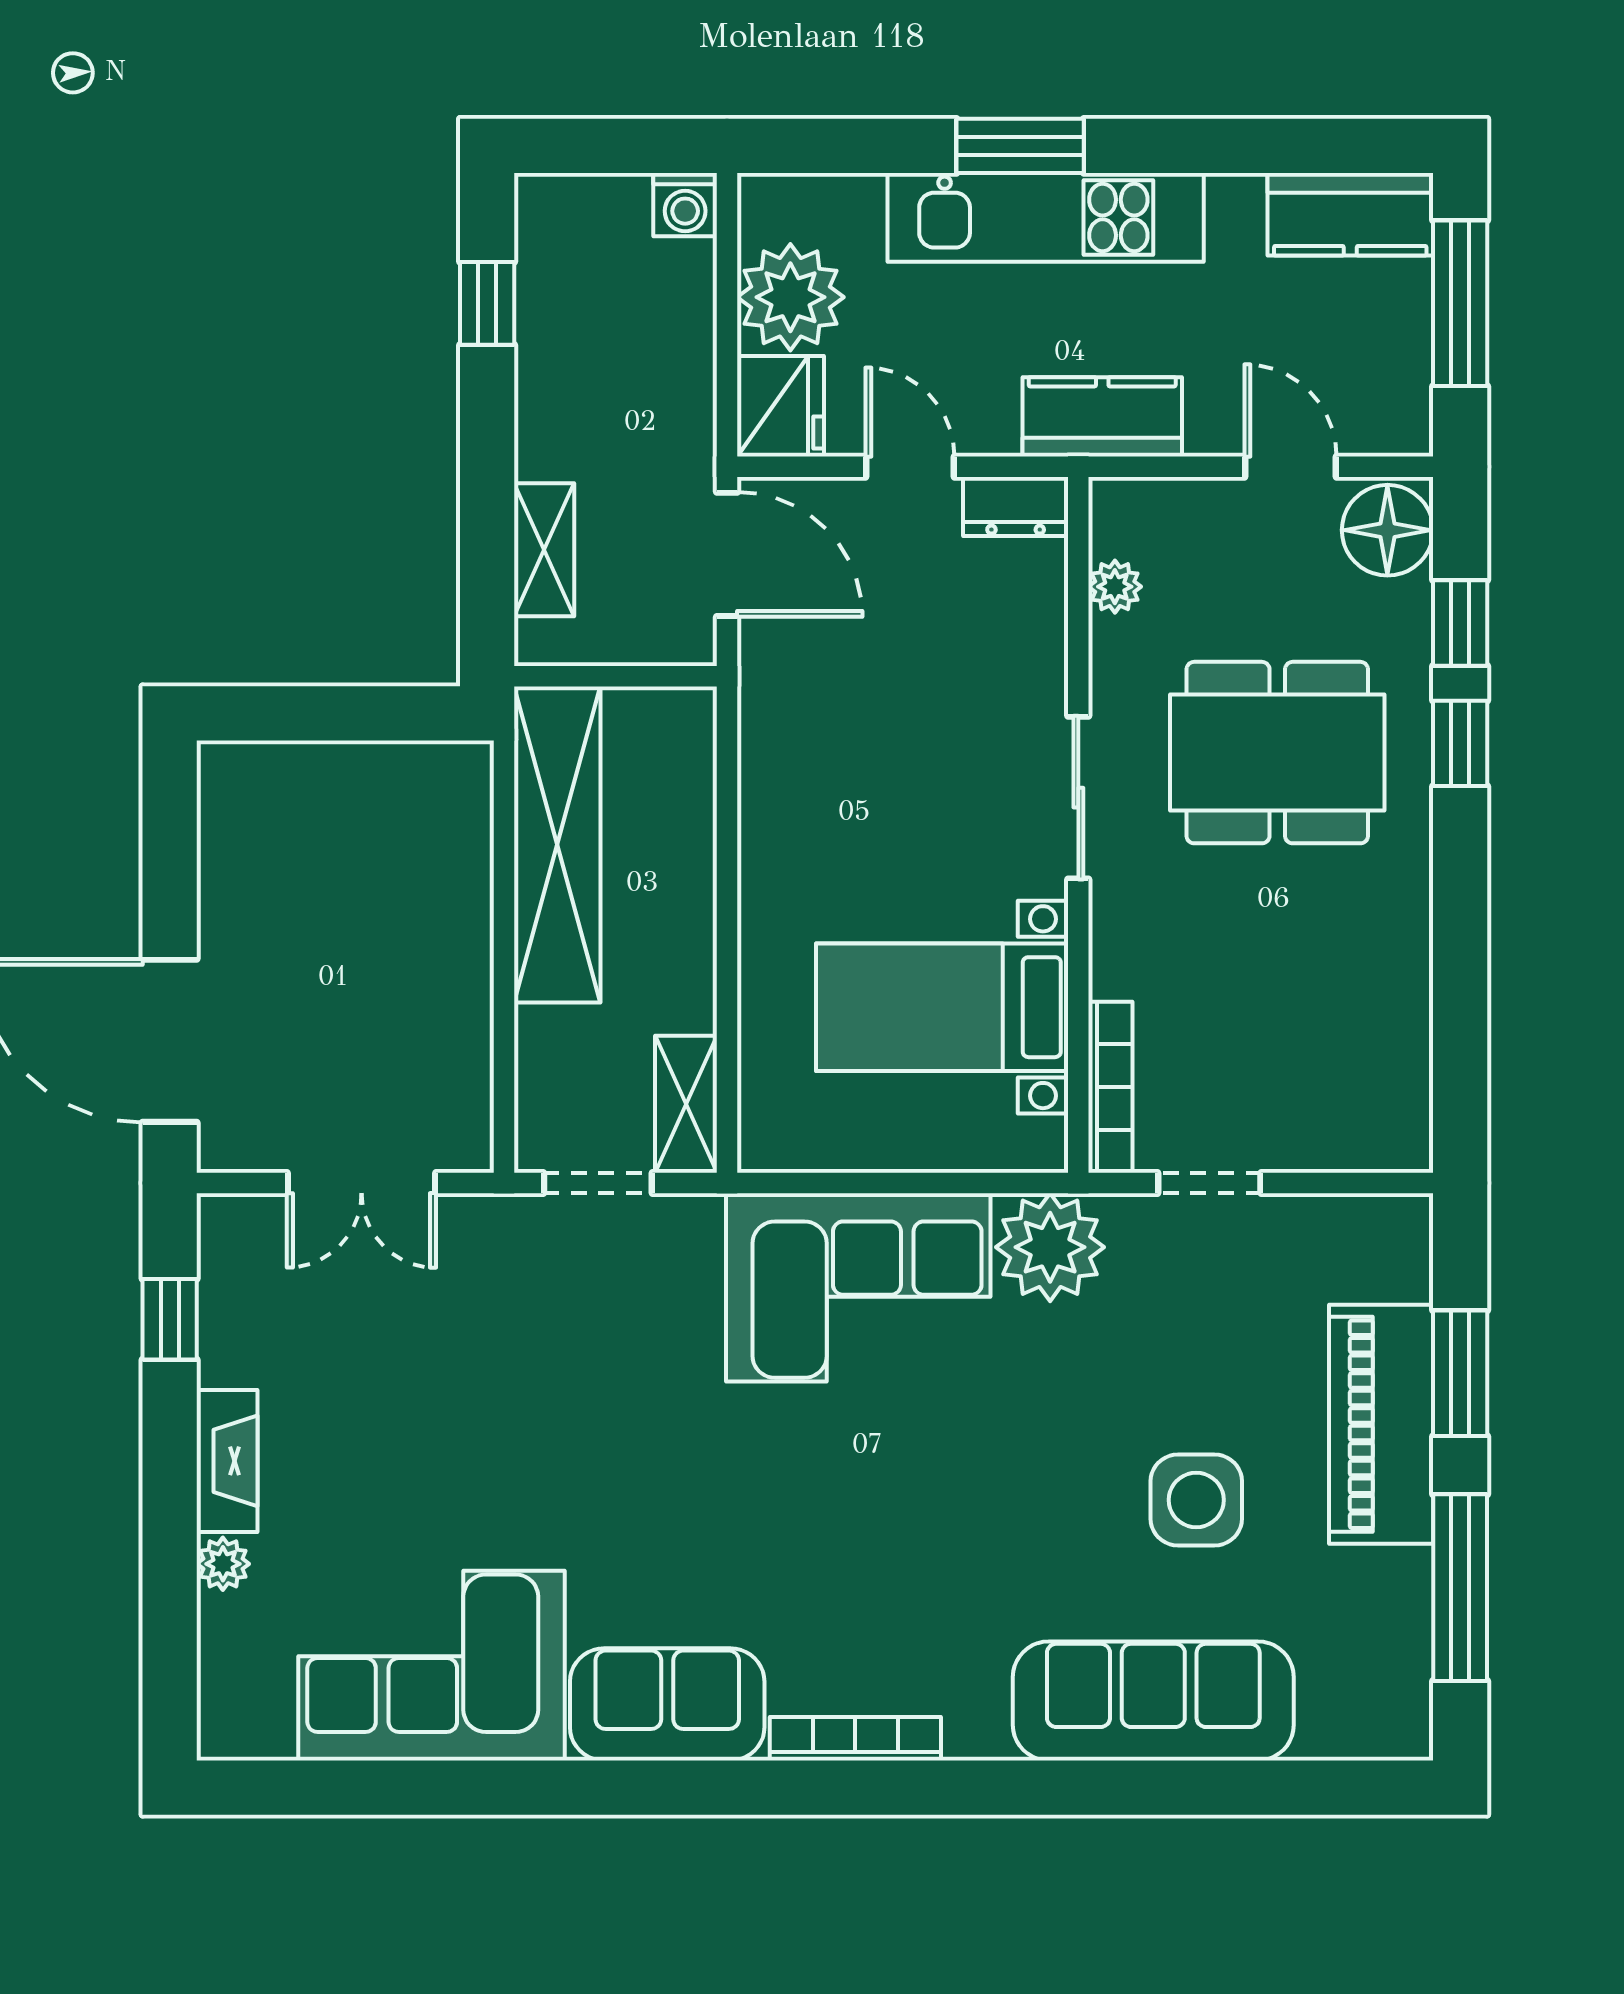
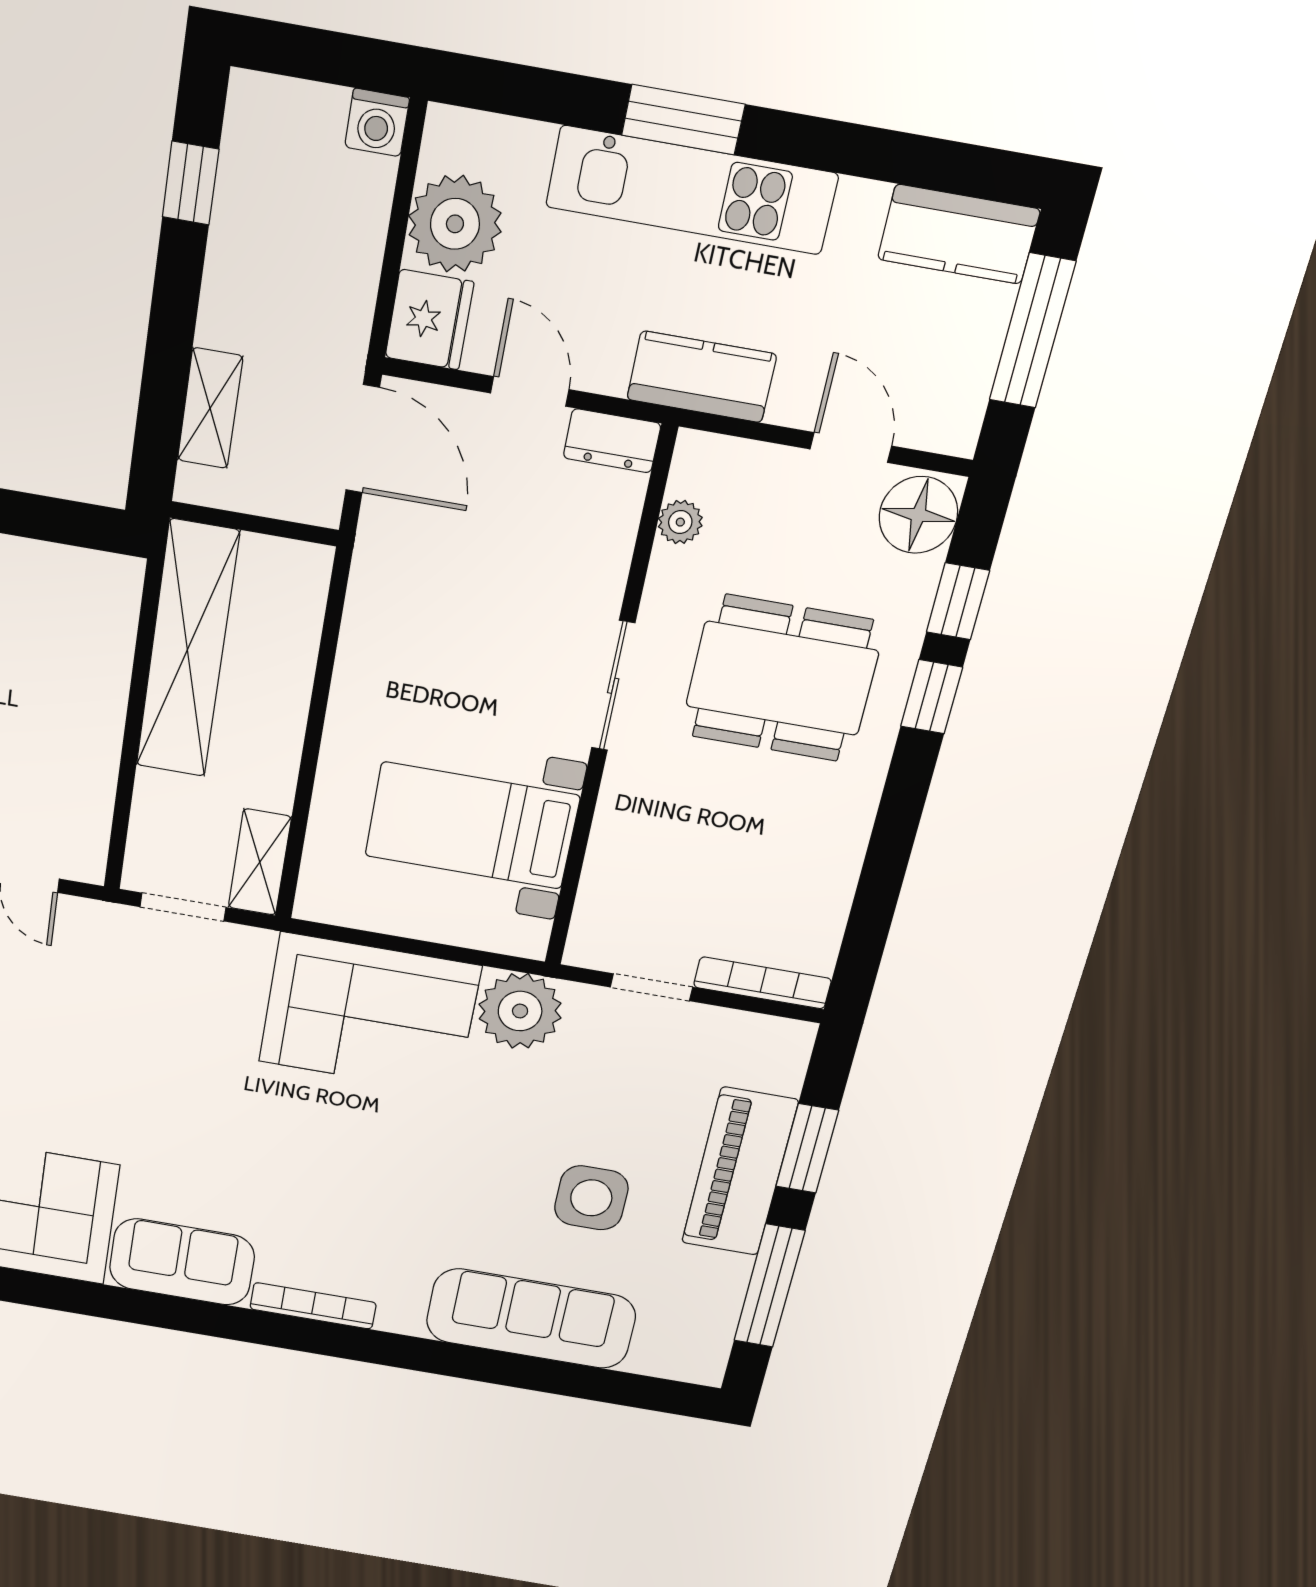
bookcase: (1110, 1087) -> (762, 983), moved, turned -90

